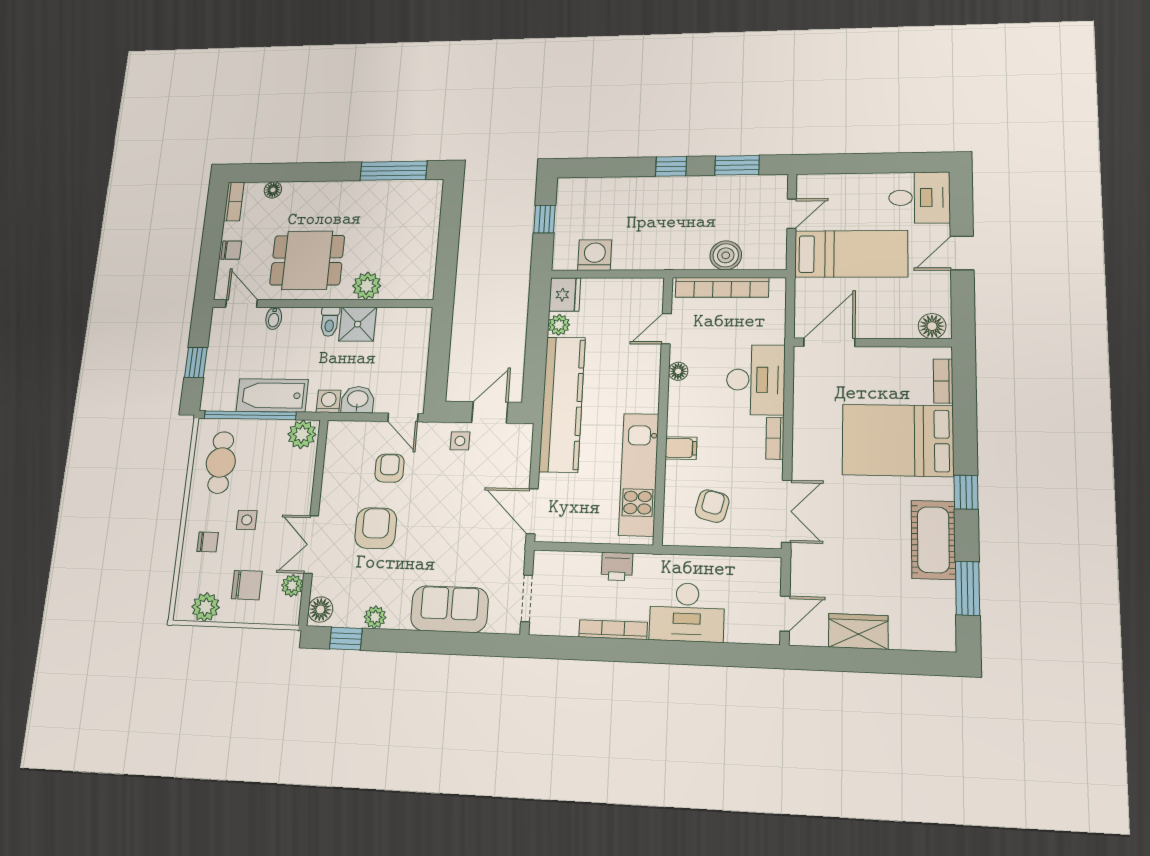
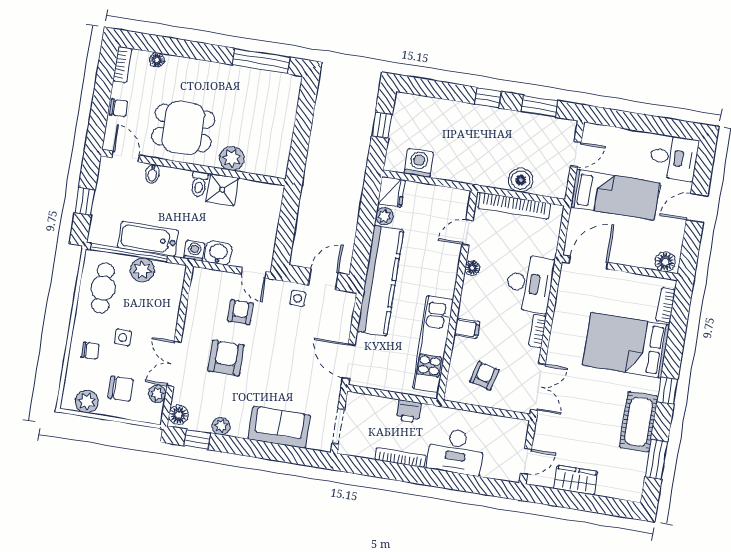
plant: (302, 434) -> (142, 270), moved

